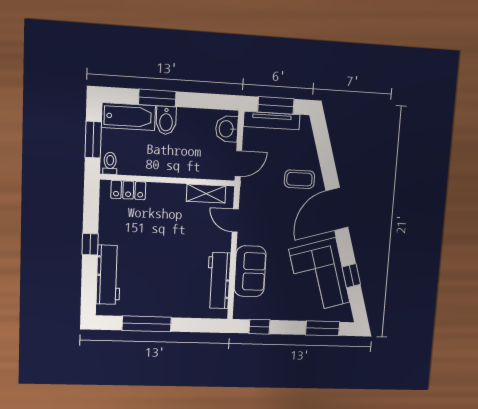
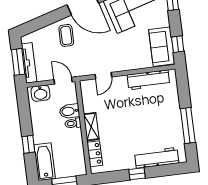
window: (157, 98) -> (28, 144), width x0.67
bidet: (166, 120) -> (69, 111), moved, turned 180
toilet: (110, 163) -> (73, 123), moved
shelving: (206, 194) -> (91, 127), moved
sofa: (250, 271) -> (162, 47), moved, turned -90

